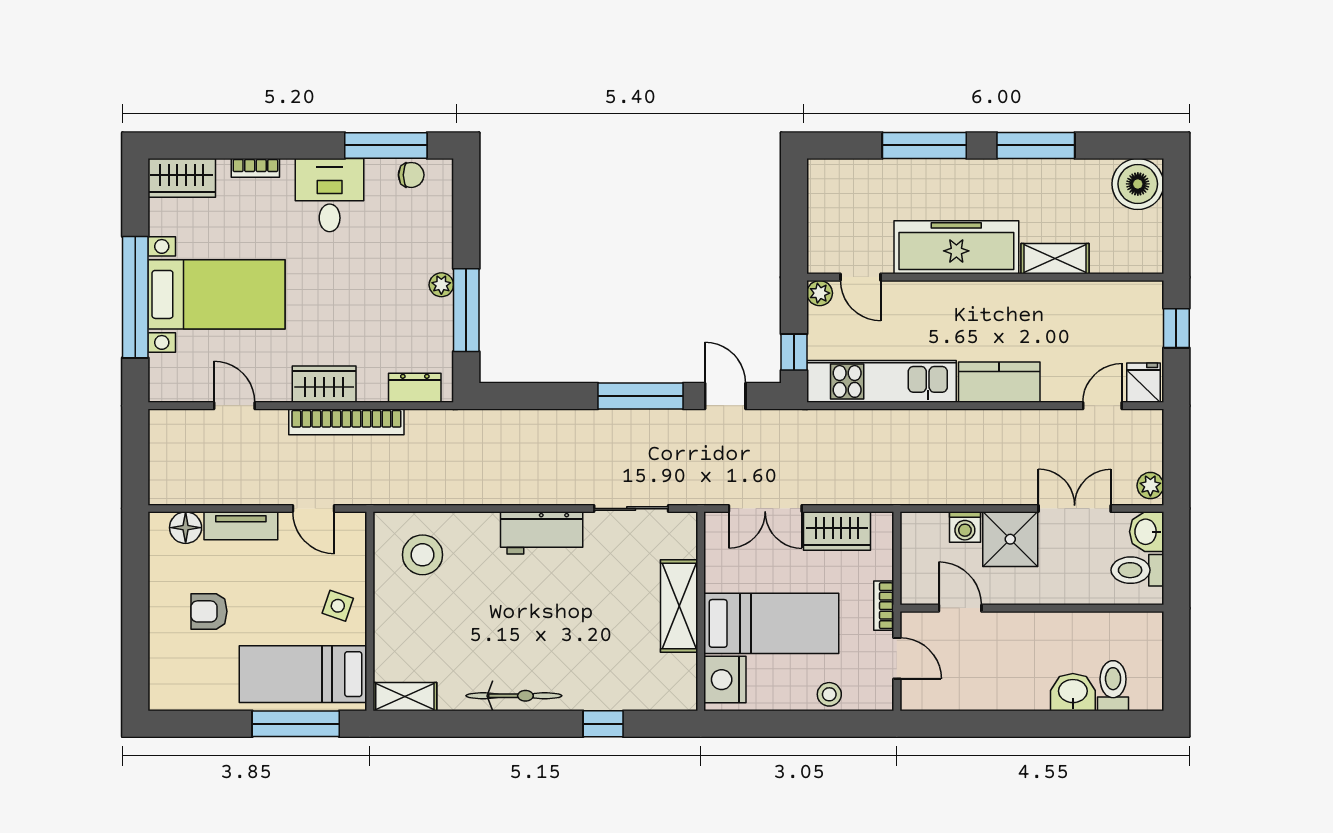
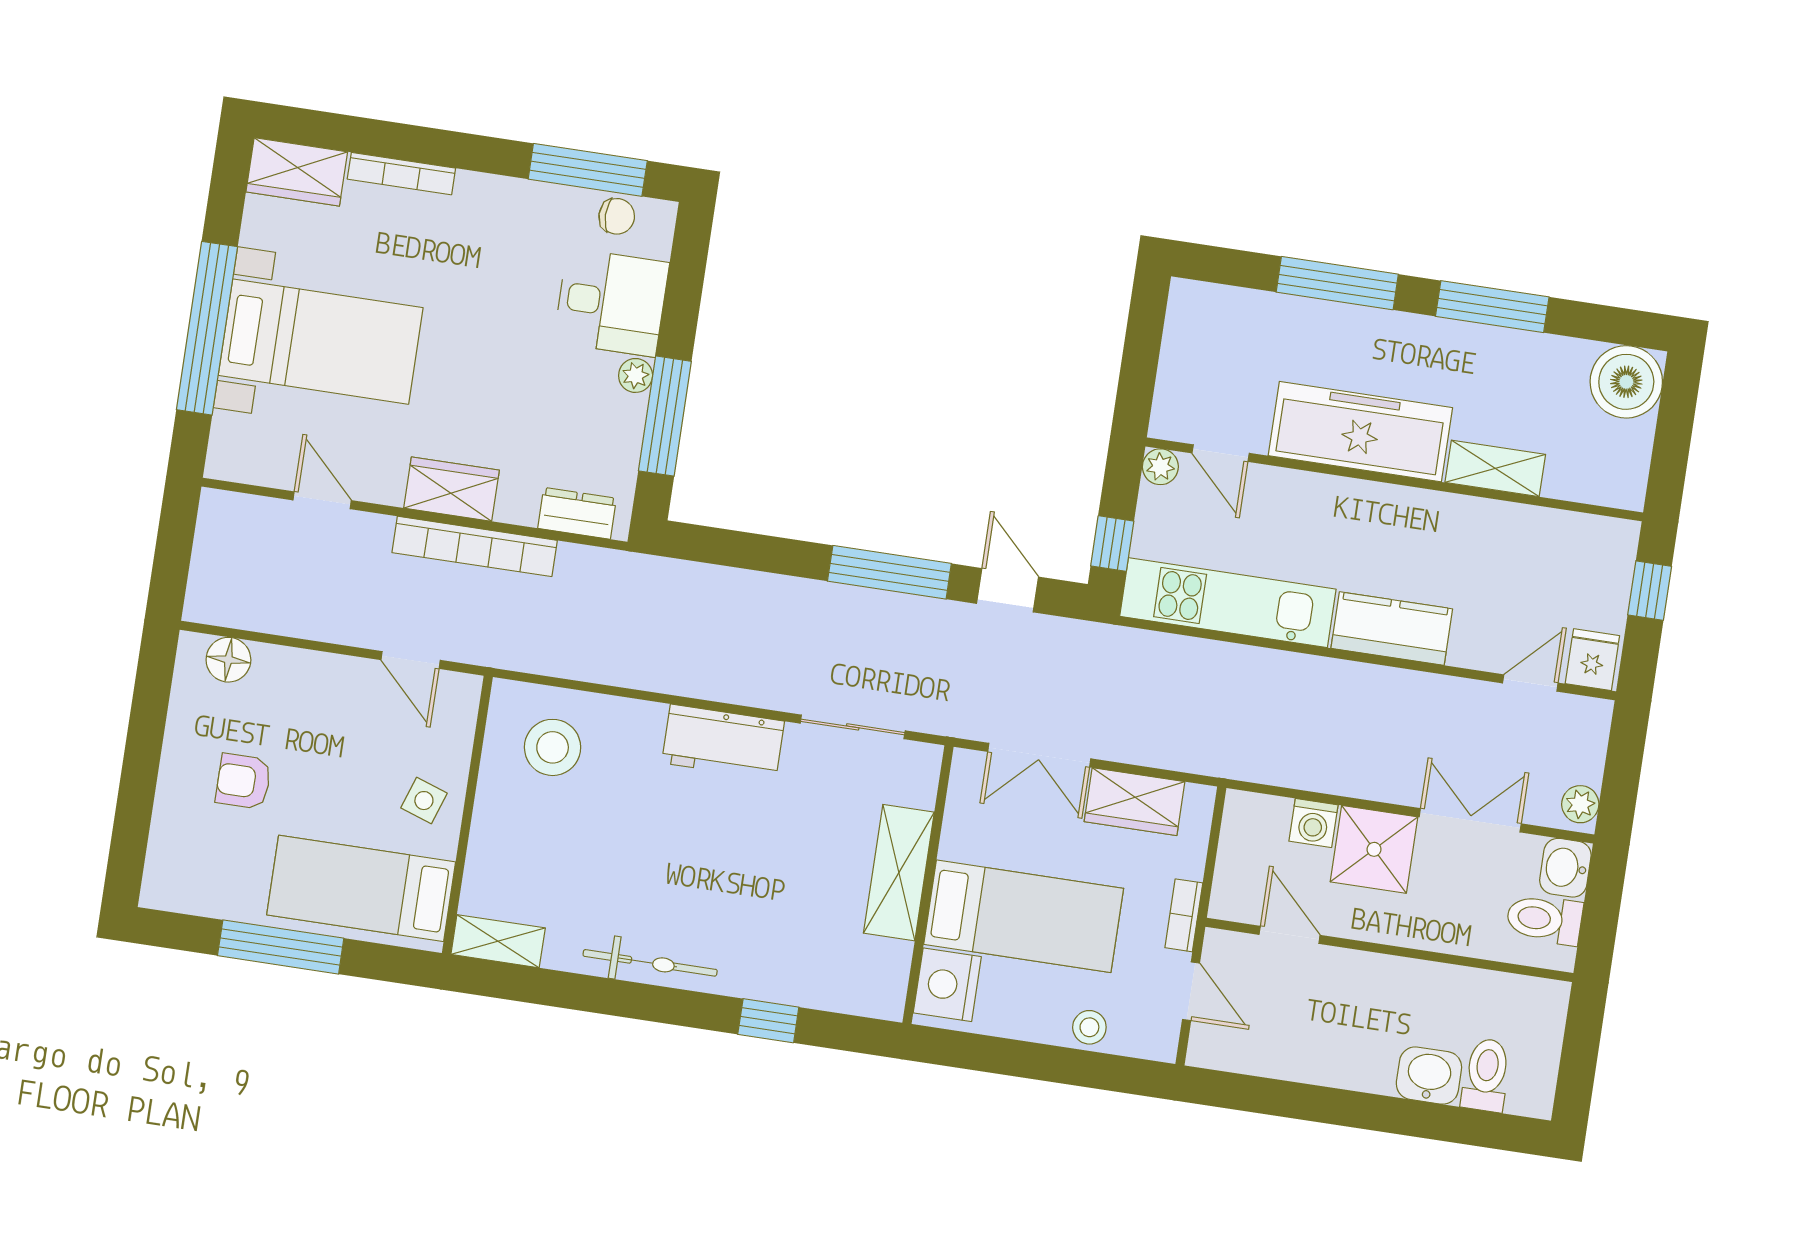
bookcase: (255, 168) -> (401, 174), width x1.56
desk: (330, 195) -> (611, 302), moved, turned 90
tv unit: (241, 526) -> (306, 669), removed
window: (296, 724) -> (281, 947), moved

